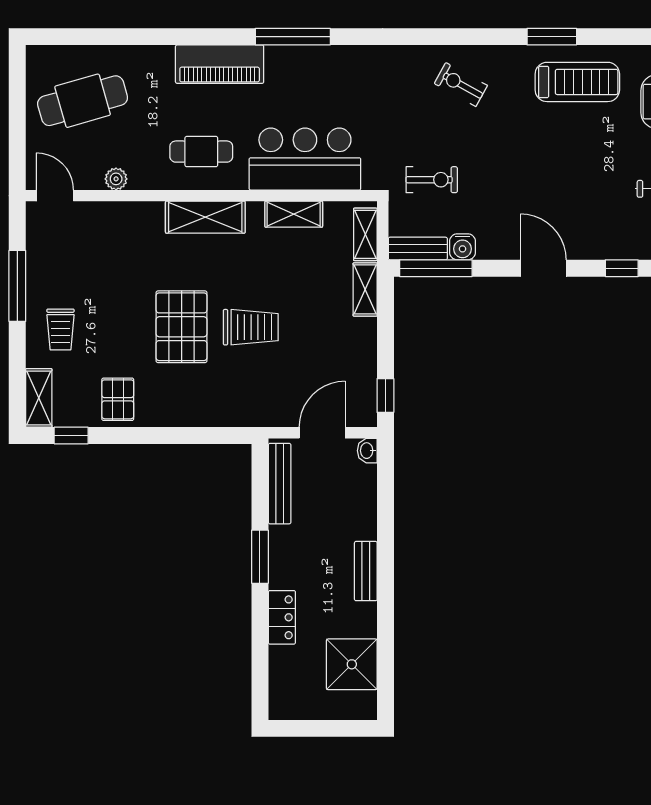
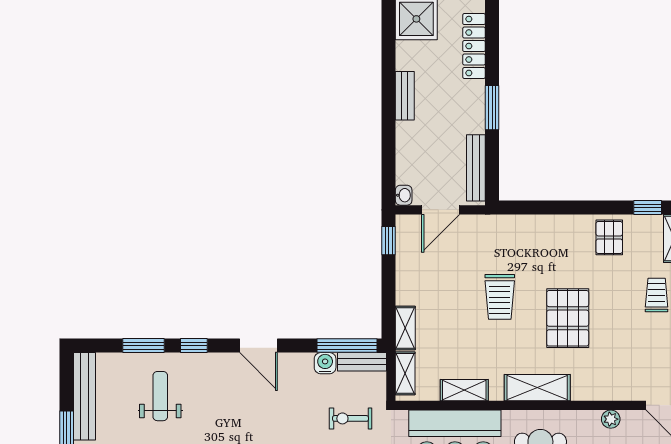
pallet: (182, 327) -> (568, 318), moved
trolley: (251, 327) -> (500, 297), turned -90
locker: (282, 617) -> (474, 46), width x1.53

